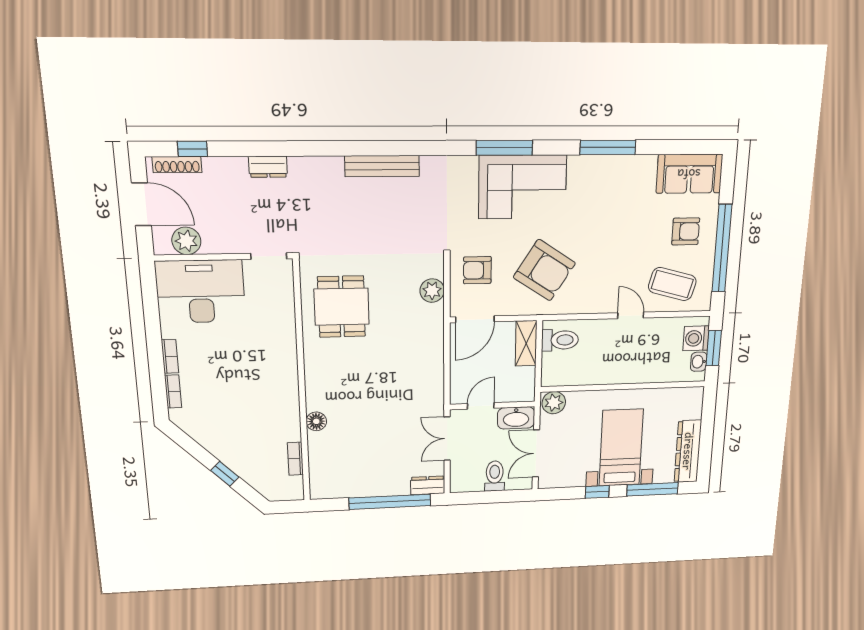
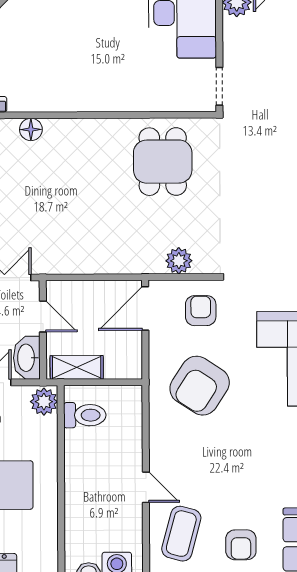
dining table: (342, 307) -> (163, 162), turned 90
door: (631, 315) -> (146, 487), hinge flipped
door: (475, 319) -> (145, 309), hinge flipped
toilet: (560, 340) -> (85, 415), moved, turned -90
shelving: (526, 343) -> (77, 367), moved

